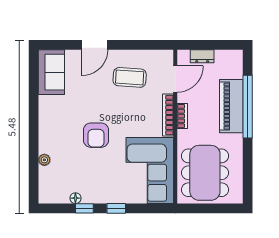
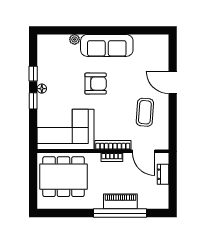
sofa: (51, 72) -> (107, 45), moved, width x1.36
piano: (231, 106) -> (120, 201), width x0.73, depth x0.75
armchair: (96, 135) -> (96, 84), turned 180
floor lamp: (75, 198) -> (42, 89), moved

